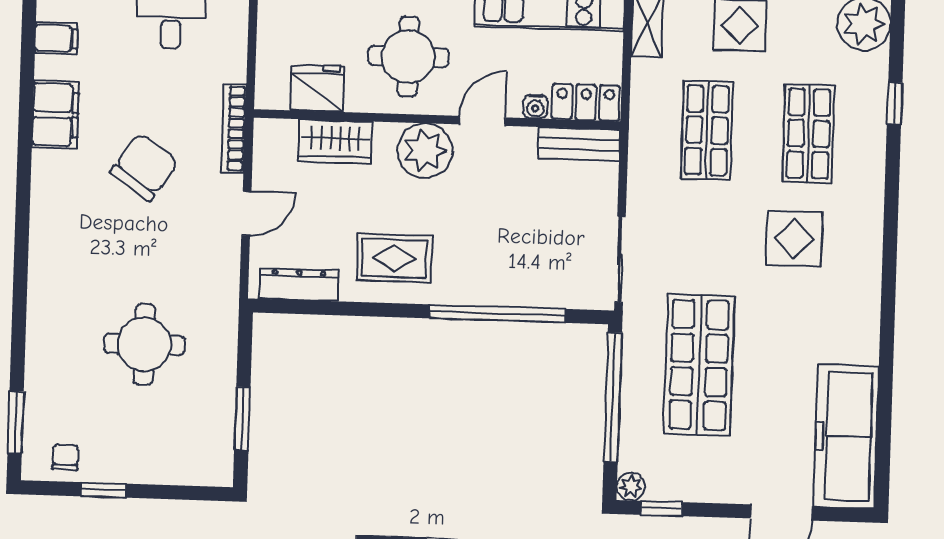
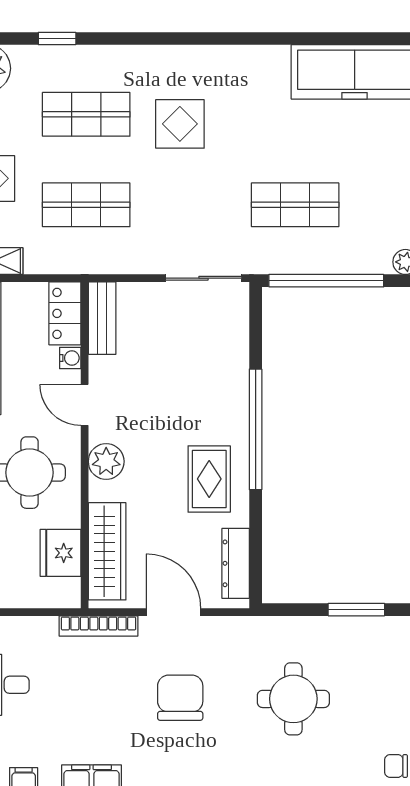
wardrobe: (335, 141) -> (107, 551), width x1.50
plant: (425, 151) -> (106, 461), width x0.73, depth x0.73
chair: (144, 167) -> (180, 698), moved, turned 55
door: (246, 213) -> (173, 612), width x1.38
window: (497, 314) -> (256, 429), moved
shop shelf: (699, 365) -> (295, 205), width x0.70, depth x0.74

